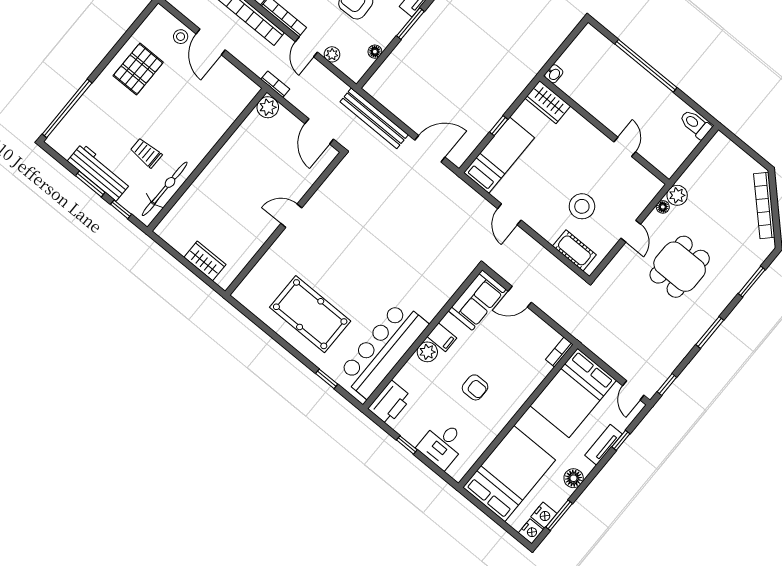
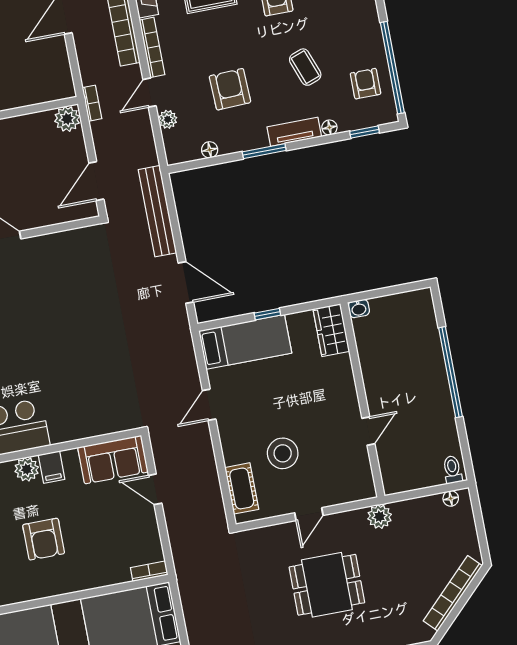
toilet: (695, 124) -> (452, 470), width x0.73, depth x0.72
floor lamp: (663, 207) -> (451, 498), moved
armchair: (475, 387) -> (44, 539), width x1.38, depth x1.38

